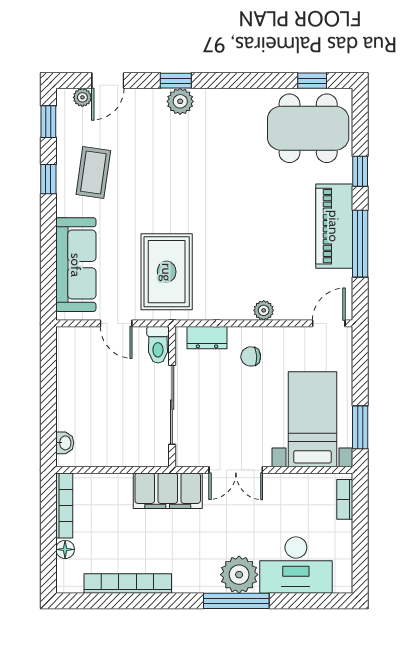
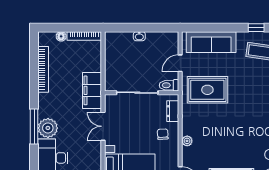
washbasin: (65, 443) -> (139, 36), moved

